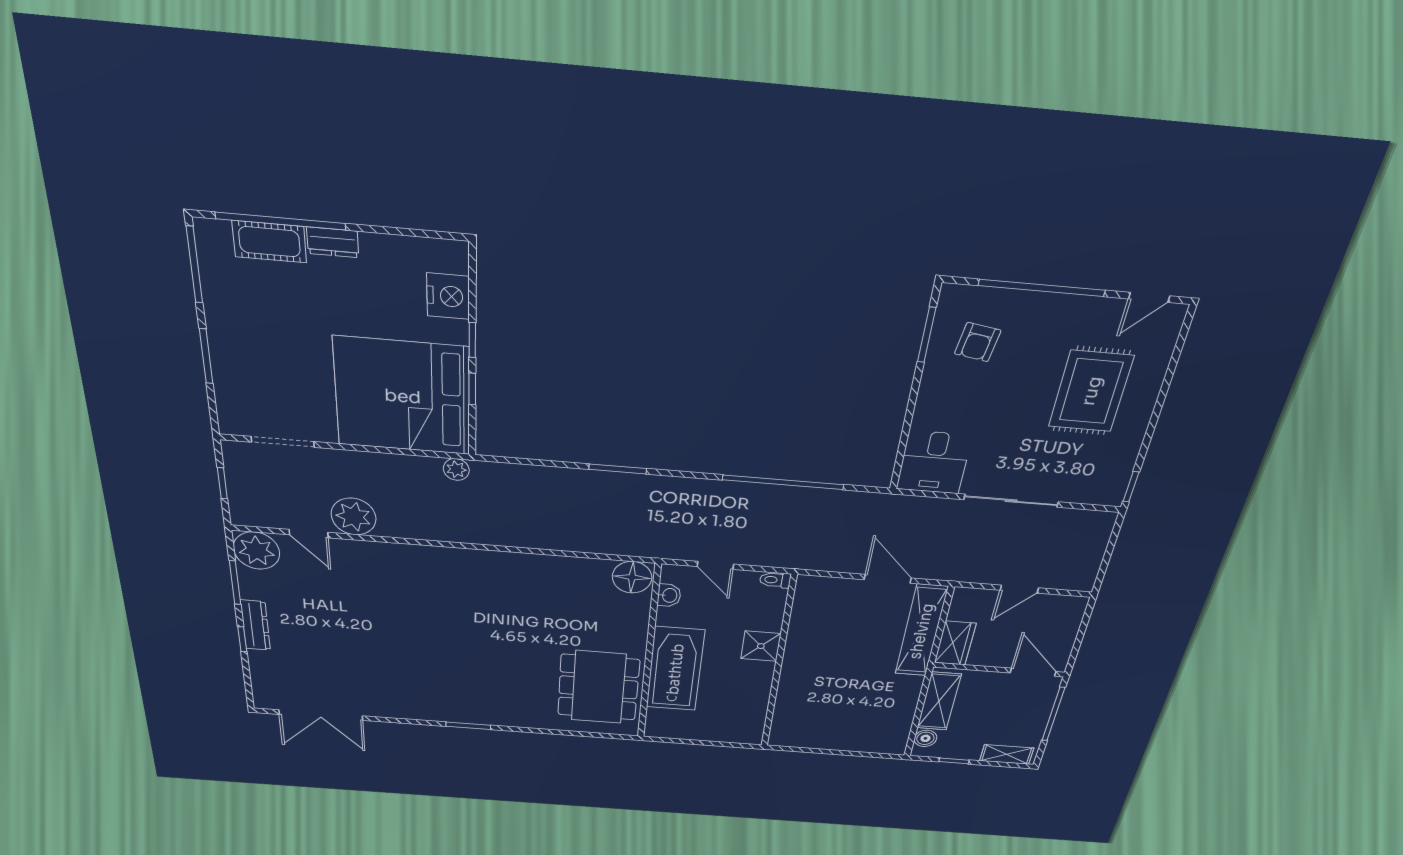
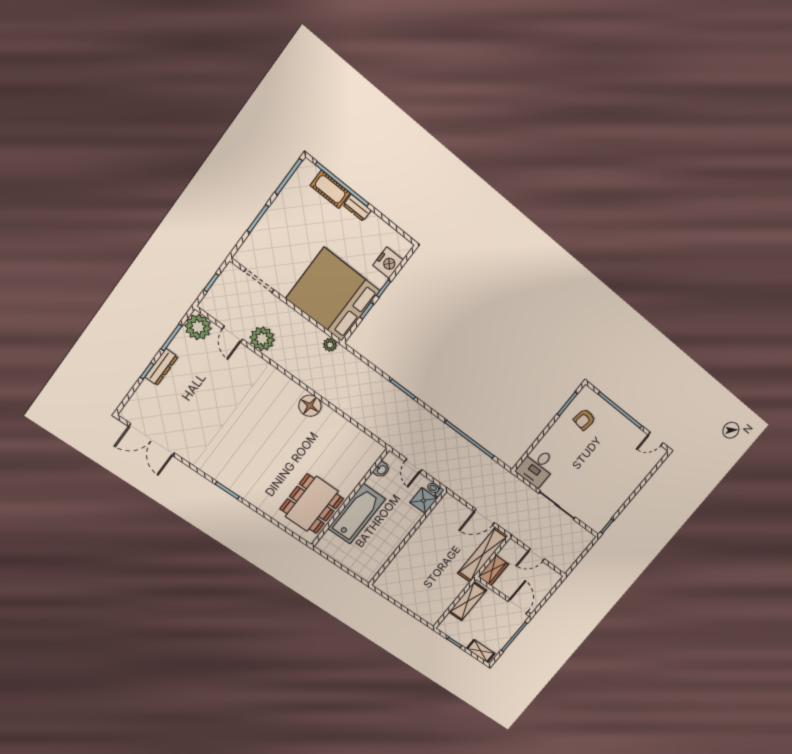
rug: (1091, 391) -> (614, 469), removed
floor lamp: (632, 577) -> (310, 406), moved
door: (888, 579) -> (484, 517), swing flipped
shower: (761, 646) -> (424, 501), moved
boiler: (925, 738) -> (449, 621), removed

